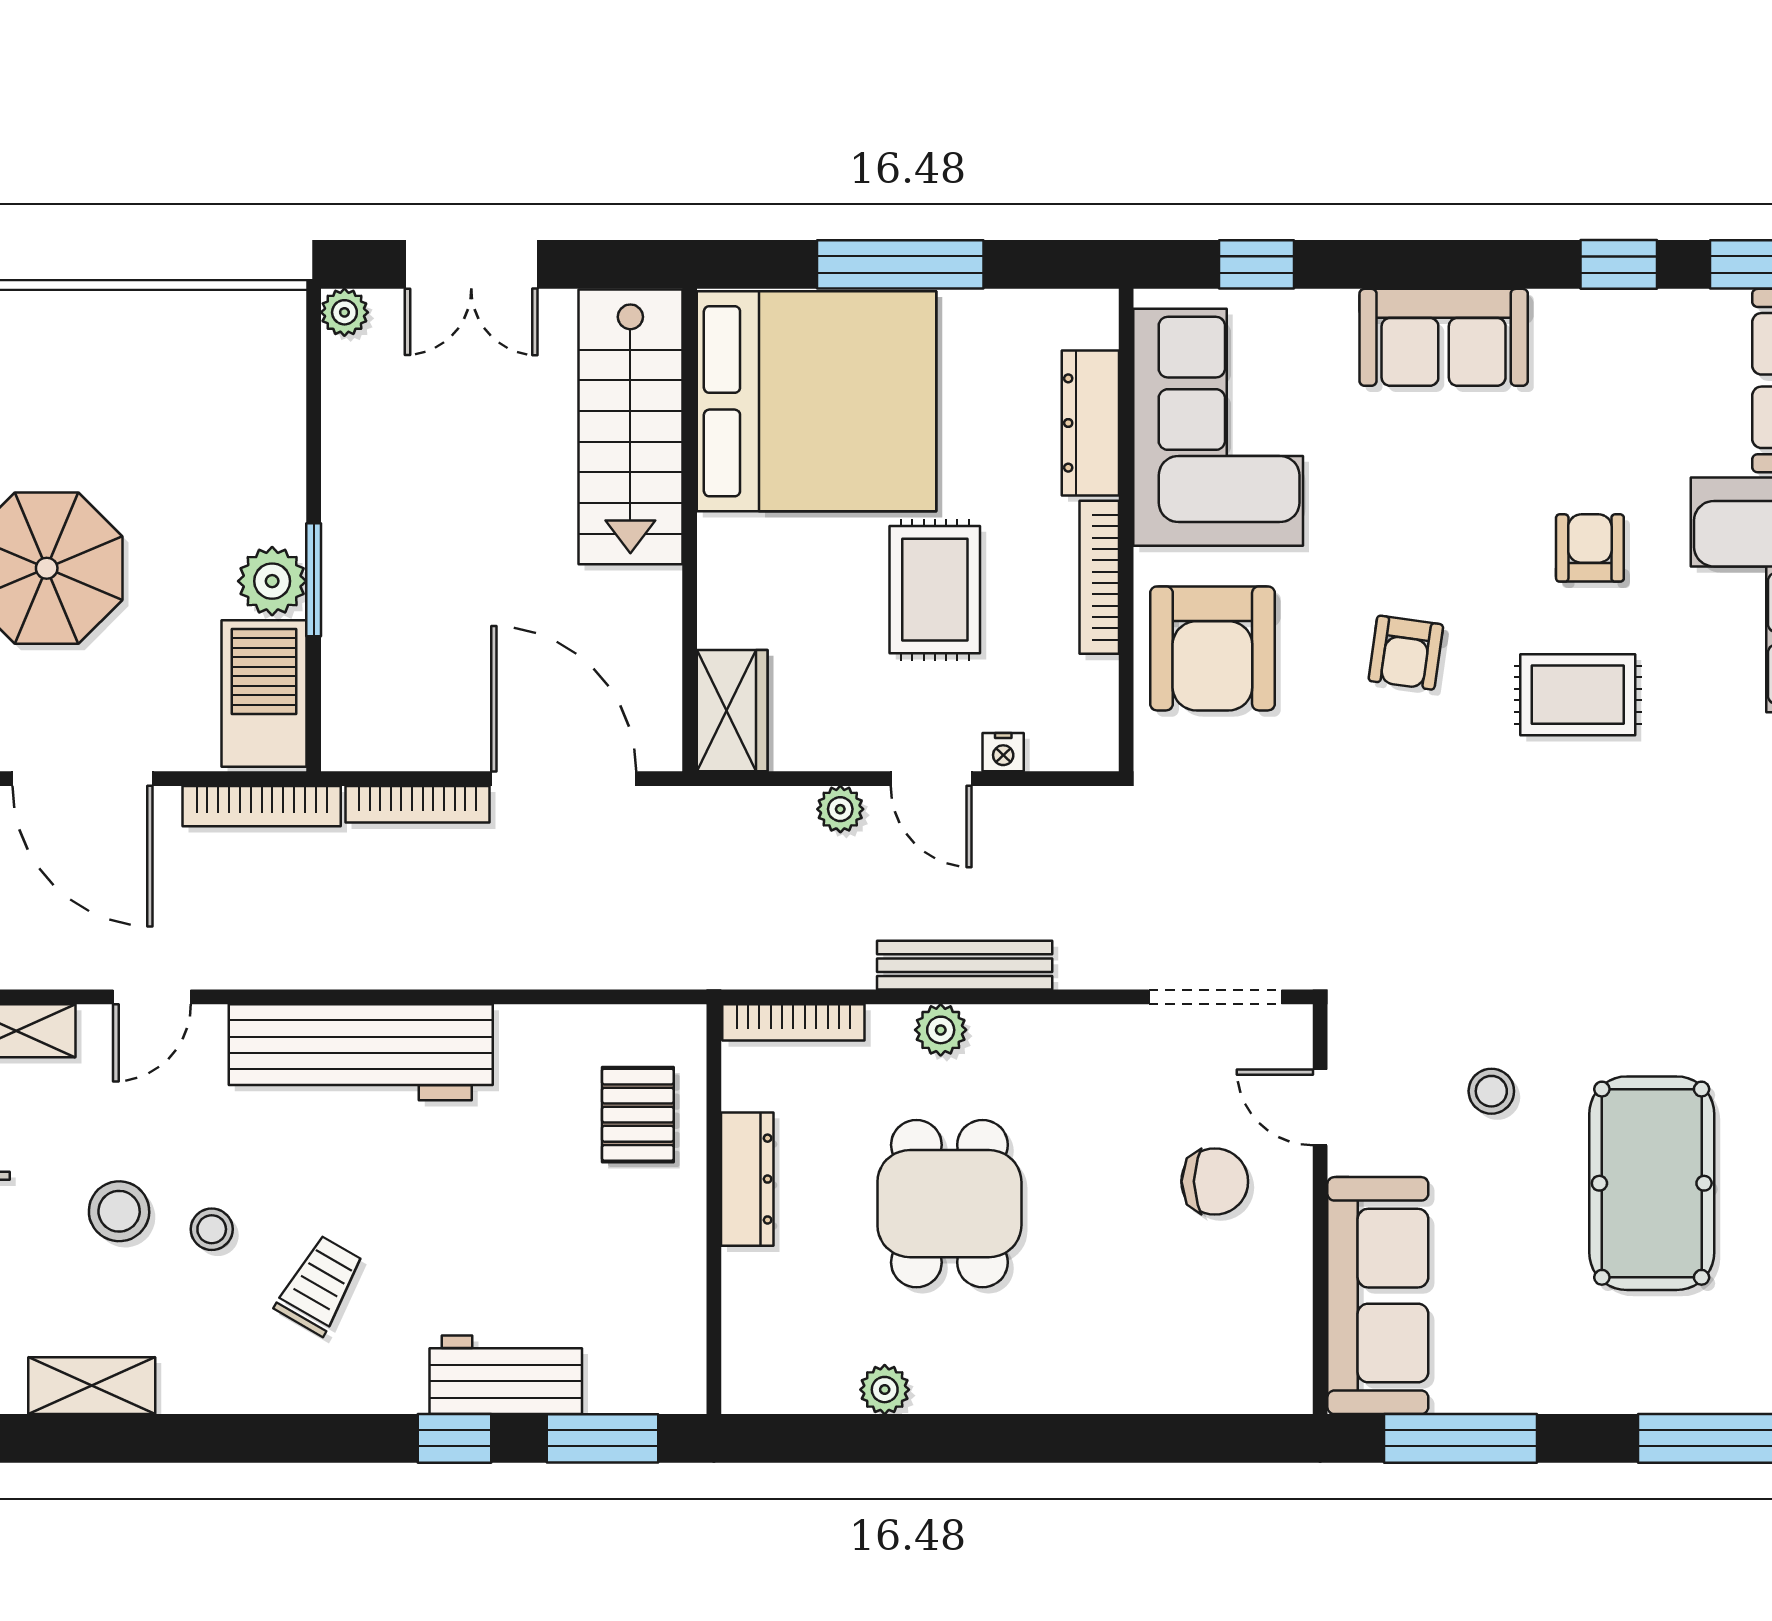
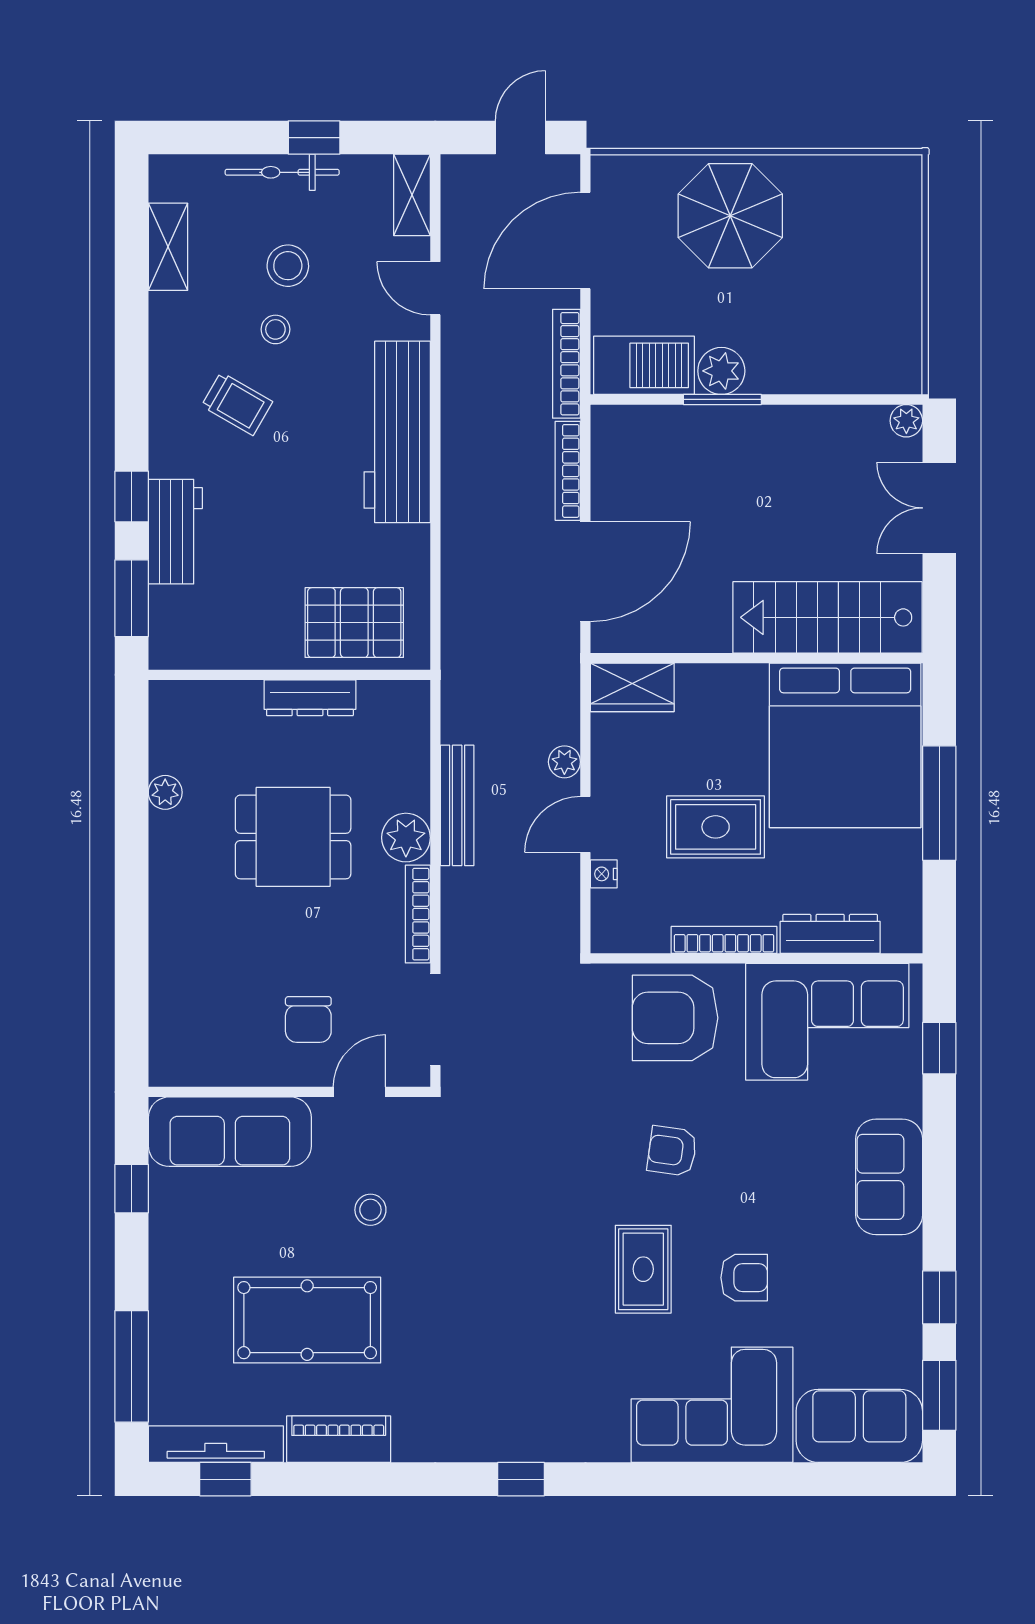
bench: (965, 965) -> (457, 805), moved
bookcase: (793, 1022) -> (418, 914), moved
plant: (941, 1030) -> (406, 838), width x1.38, depth x1.38
pallet: (638, 1115) -> (354, 623), width x1.50, depth x1.42
window: (1461, 1438) -> (132, 1189), width x0.46

